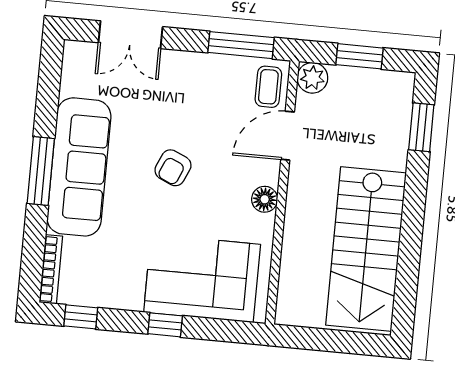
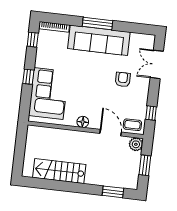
window: (241, 45) -> (151, 113), width x0.46
armchair: (173, 168) -> (123, 79), moved, turned 66
stairs: (366, 249) -> (59, 171), width x0.73, depth x0.66

